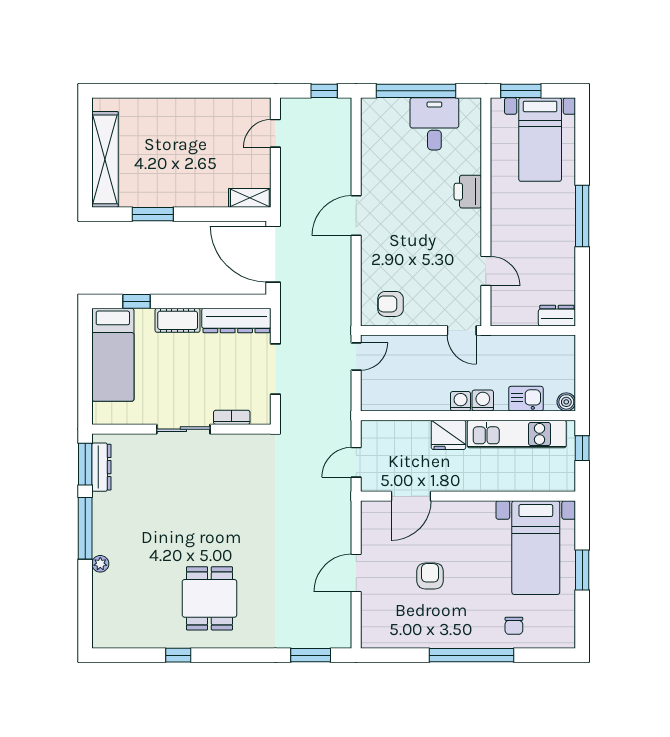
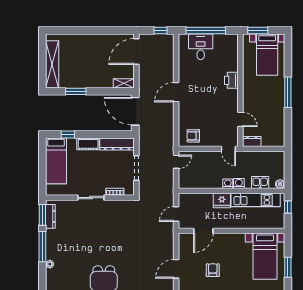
desk: (434, 124) -> (201, 47), moved
door: (275, 133) -> (136, 51), width x1.87
dresser: (557, 316) -> (252, 142), moved

